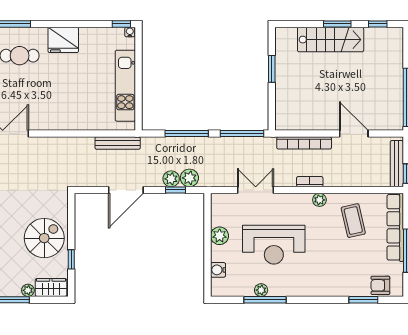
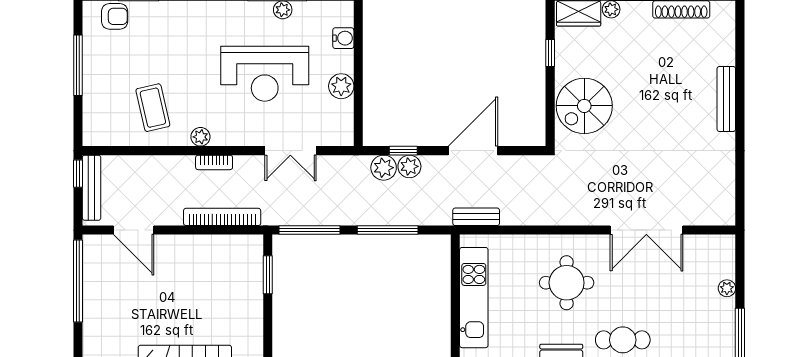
window: (272, 69) -> (268, 275), moved
round table: (59, 96) -> (567, 283), added
door: (354, 134) -> (134, 230), moved
bench: (118, 143) -> (476, 217), width x0.73
row of seats: (395, 227) -> (94, 98), removed
spiral stairs: (44, 238) -> (584, 106), moved
reception desk: (274, 245) -> (265, 74), turned 180

